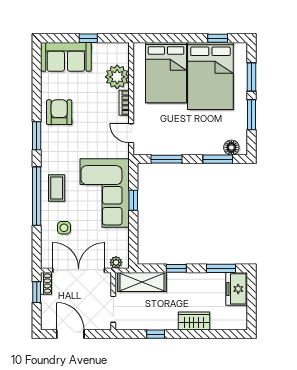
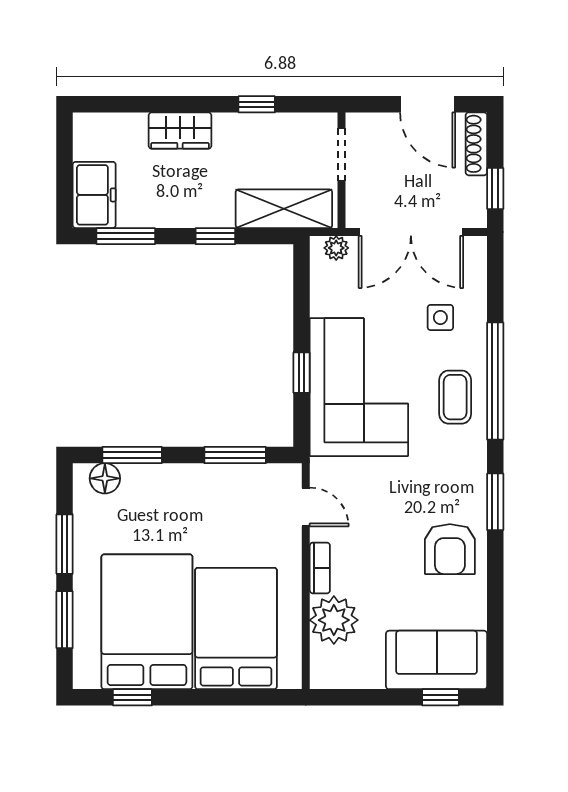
window: (88, 38) -> (440, 697), moved
shoe rack: (46, 283) -> (476, 144), moved, width x1.43

